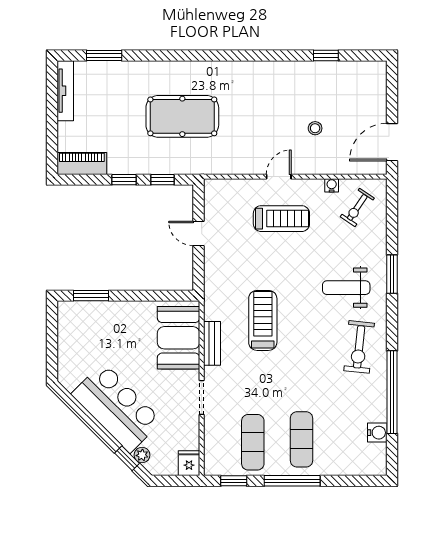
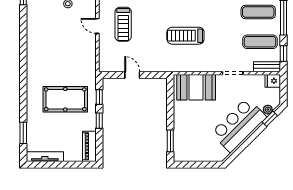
pool table: (182, 116) -> (65, 99), moved, turned 90
treadmill: (281, 219) -> (123, 24), turned 180
door: (199, 233) -> (132, 75), swing flipped
bench: (212, 343) -> (267, 67), moved

